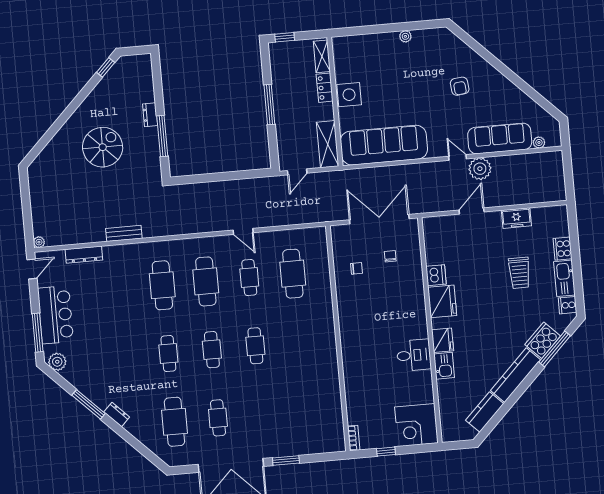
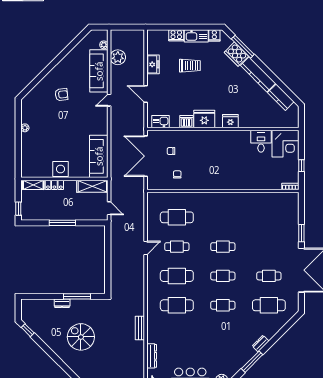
sofa: (384, 145) -> (99, 156), width x0.74, depth x0.79
plant: (480, 169) -> (118, 57), moved
desk: (414, 355) -> (261, 141), moved
kitchen sink: (444, 366) -> (161, 122), moved

